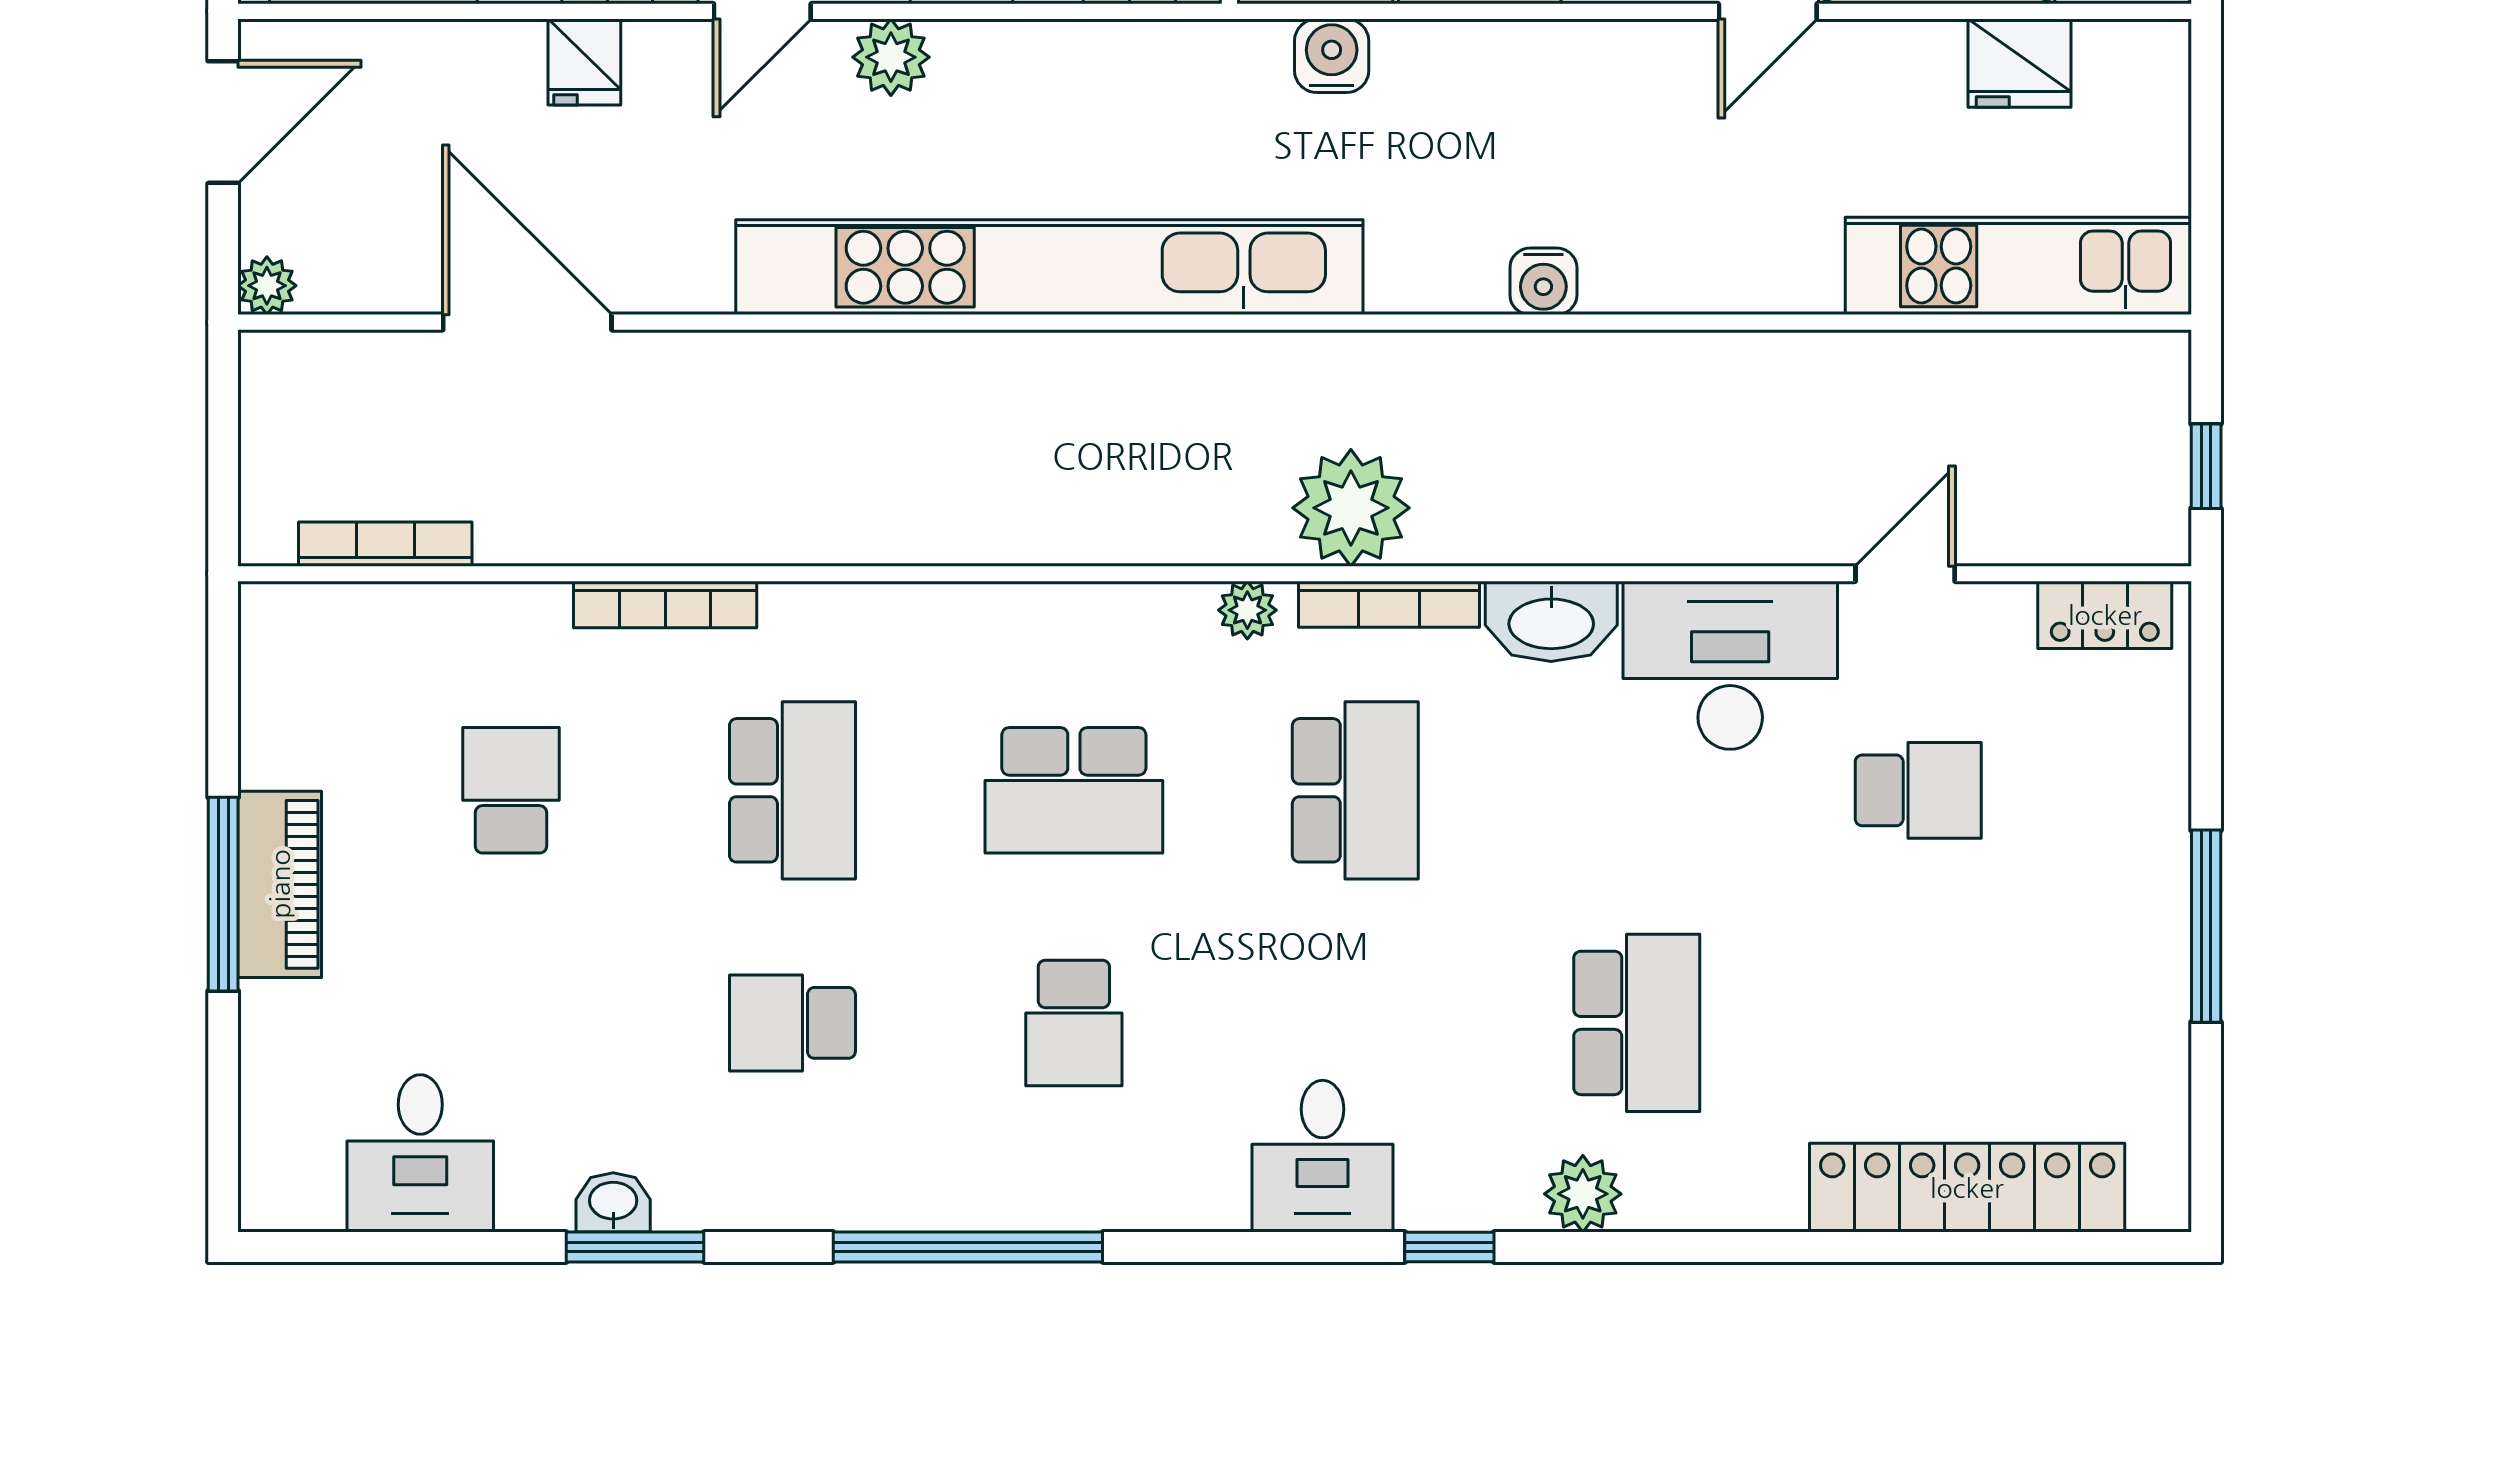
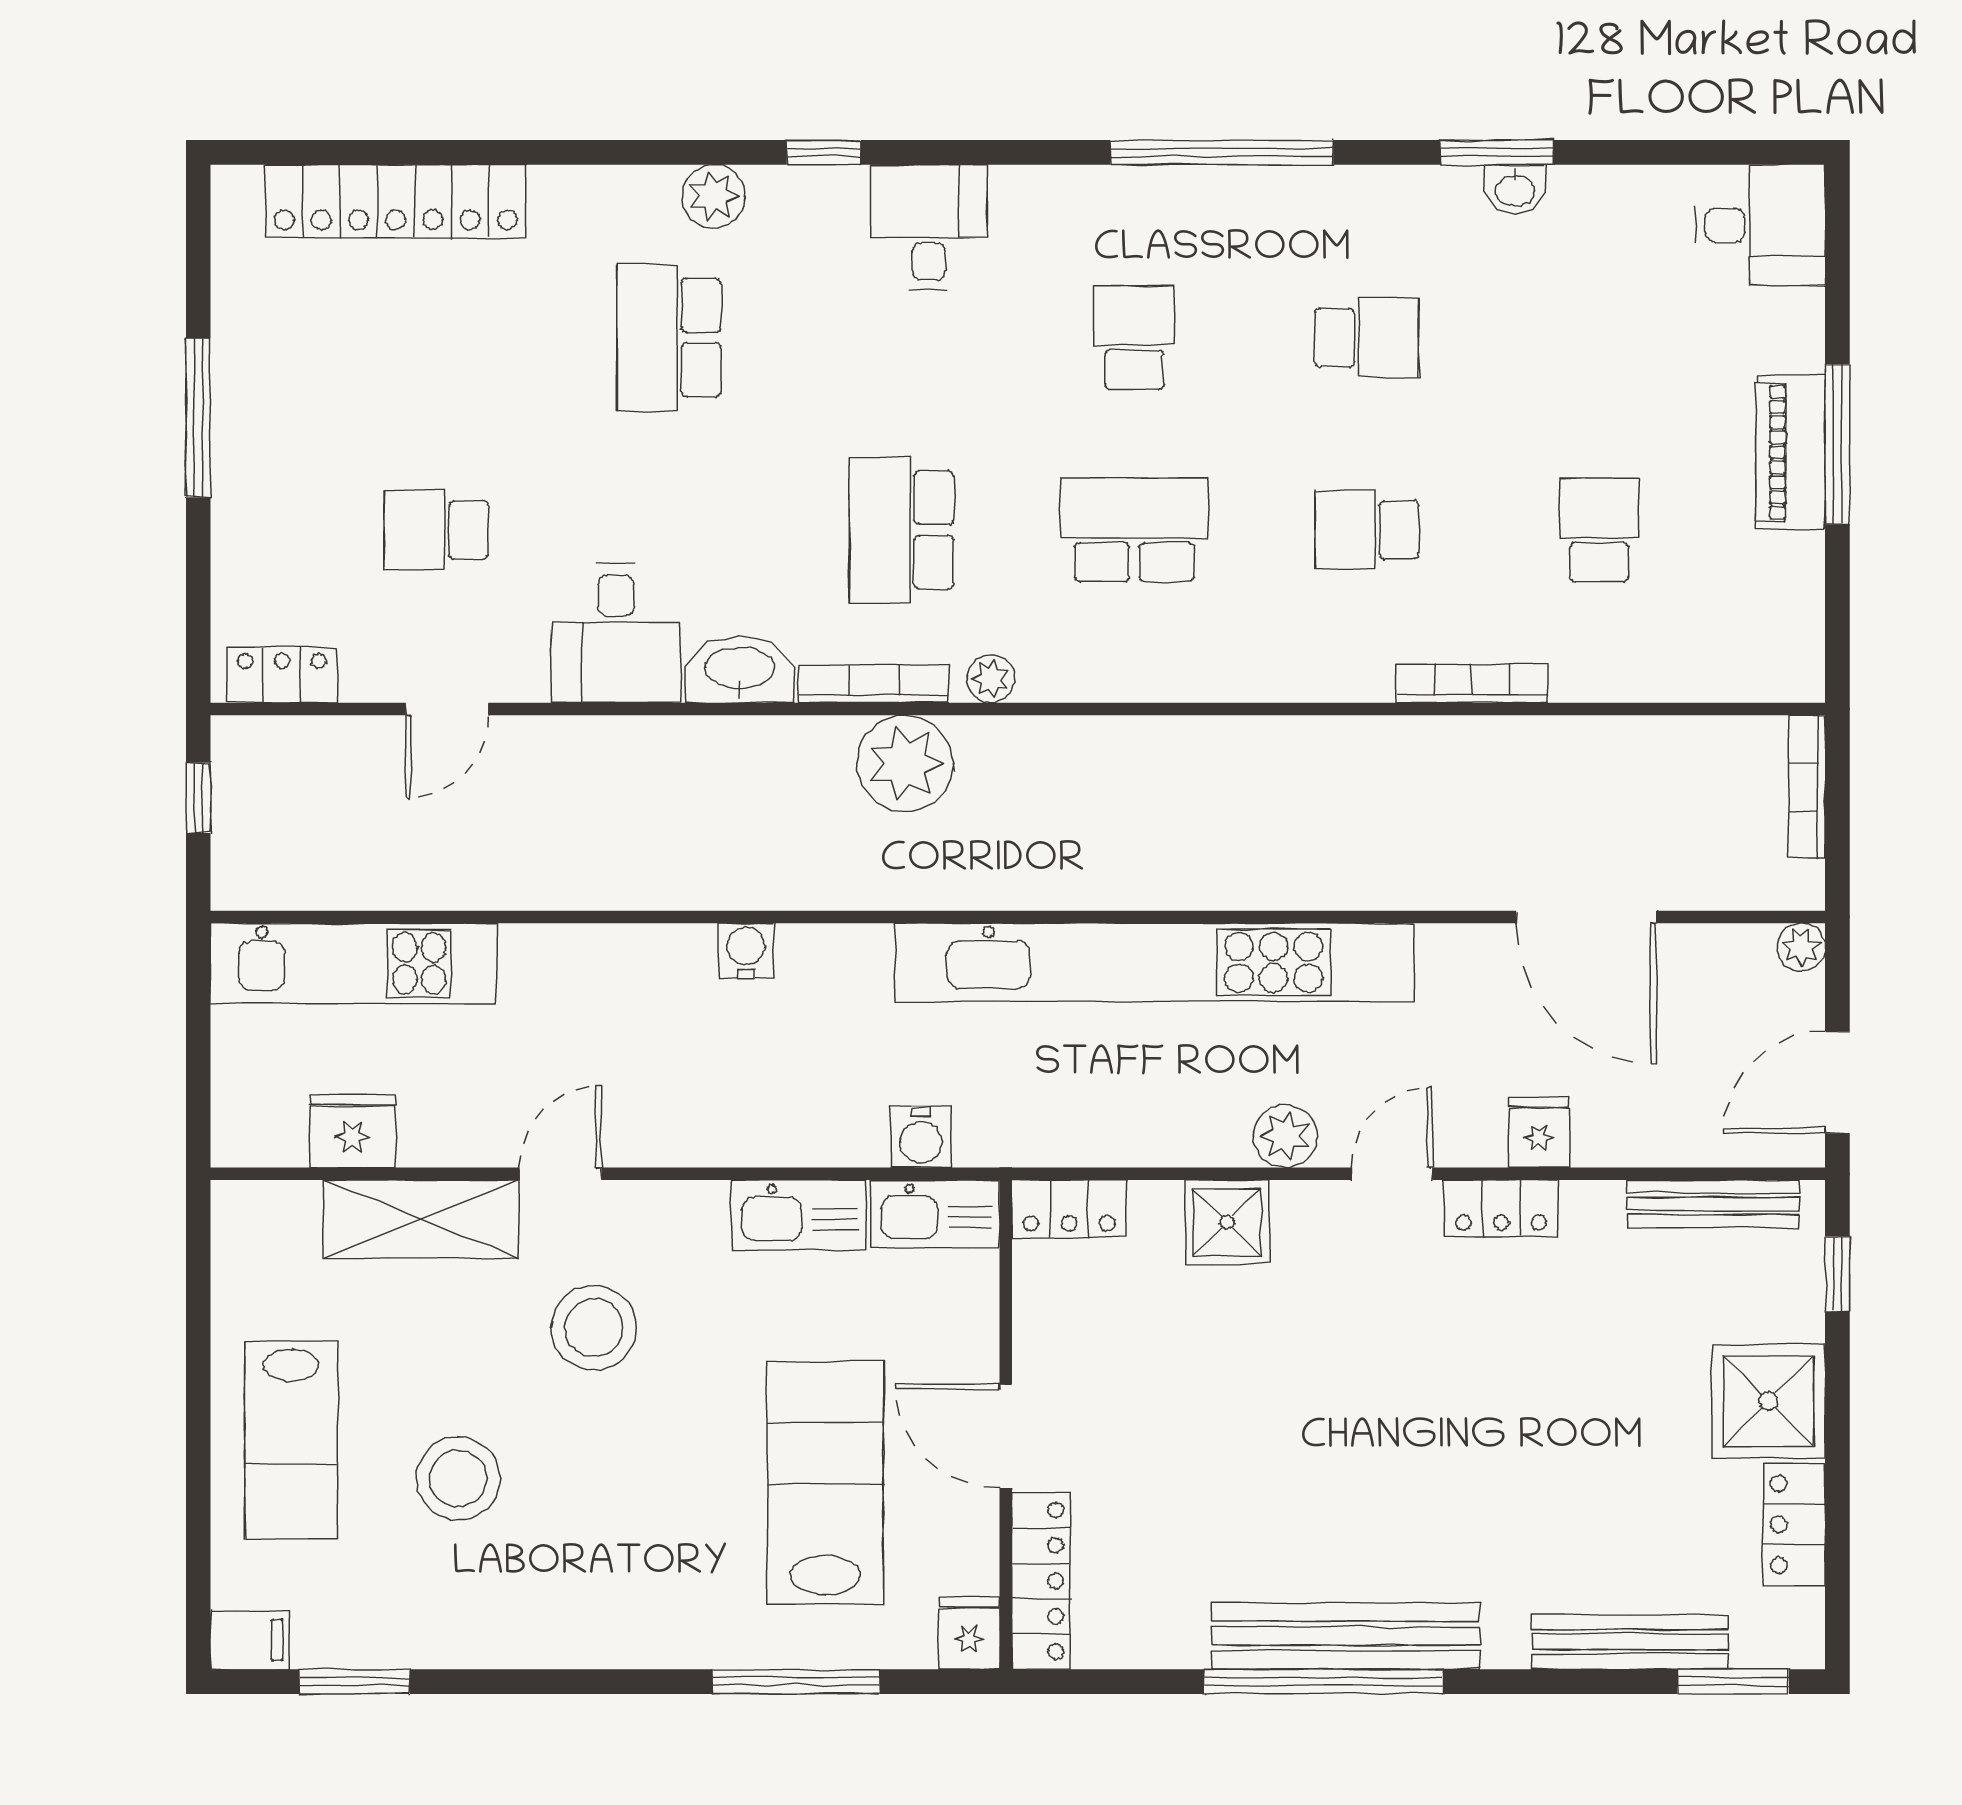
bookcase: (385, 544) -> (1807, 787), moved, turned 90
desk: (1730, 665) -> (616, 633), width x0.73
school desk: (511, 790) -> (1600, 530), turned 180
school desk: (792, 790) -> (1367, 530), width x0.54
desk: (420, 1153) -> (1760, 225), moved, turned 90

